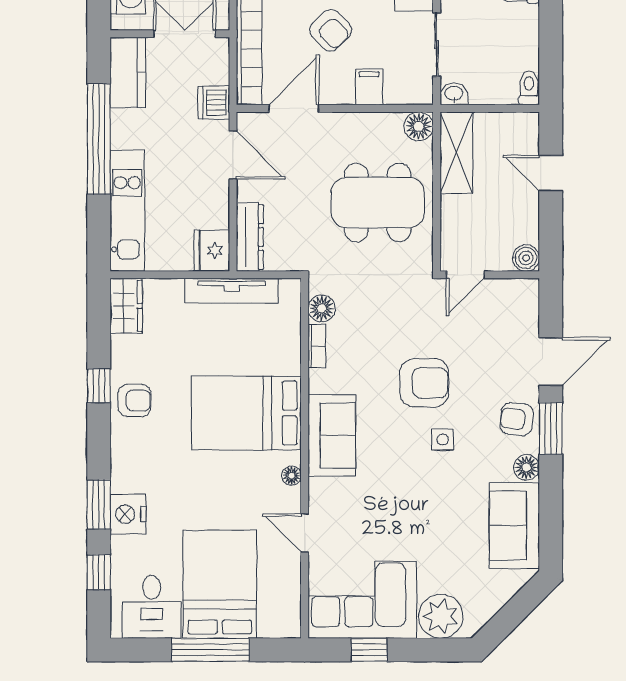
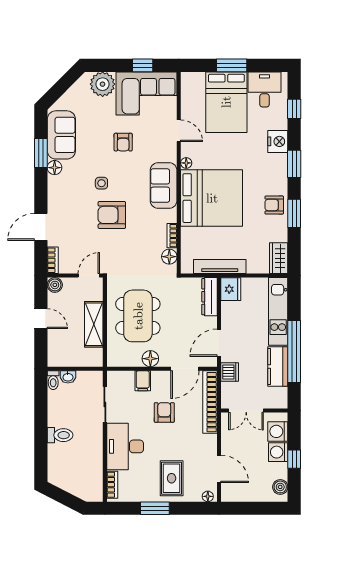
armchair: (331, 30) -> (164, 412), turned 44
kitchen counter: (128, 73) -> (278, 367), moved
washbasin: (454, 94) -> (68, 377), moved
floor lamp: (419, 126) -> (150, 359), moved
shelving: (456, 153) -> (94, 324), moved
door: (233, 155) -> (219, 343), hinge flipped
door: (551, 173) -> (41, 319), moved
dining table: (378, 203) -> (138, 316), turned 90
bookcase: (530, 302) -> (53, 260), added
window: (99, 386) -> (294, 213), width x1.50
bed: (246, 413) -> (212, 198), width x1.36
armchair: (517, 419) -> (123, 142), moved, turned 84
window: (551, 428) -> (41, 153), moved
window: (99, 505) -> (294, 164), moved
window: (210, 650) -> (232, 65), width x0.69

